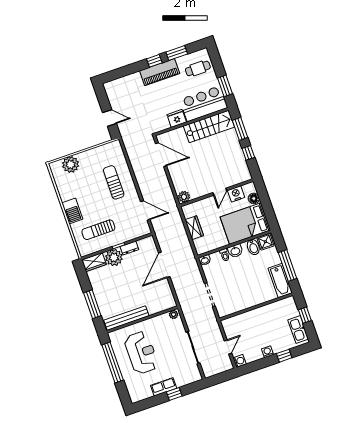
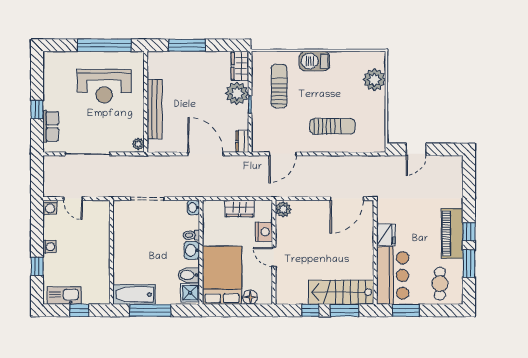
stairs: (209, 126) -> (341, 292), moved, turned 90
nightstand: (236, 194) -> (264, 232), moved
dresser: (129, 248) -> (242, 141), moved
bench: (126, 318) -> (155, 109), moved
row of seats: (164, 387) -> (51, 126), moved

